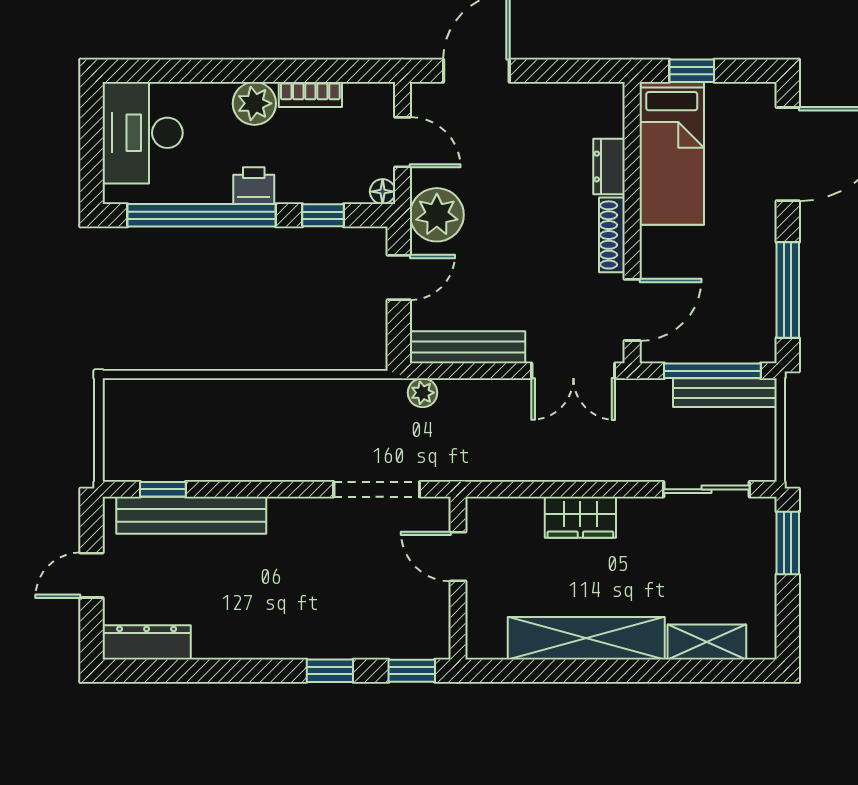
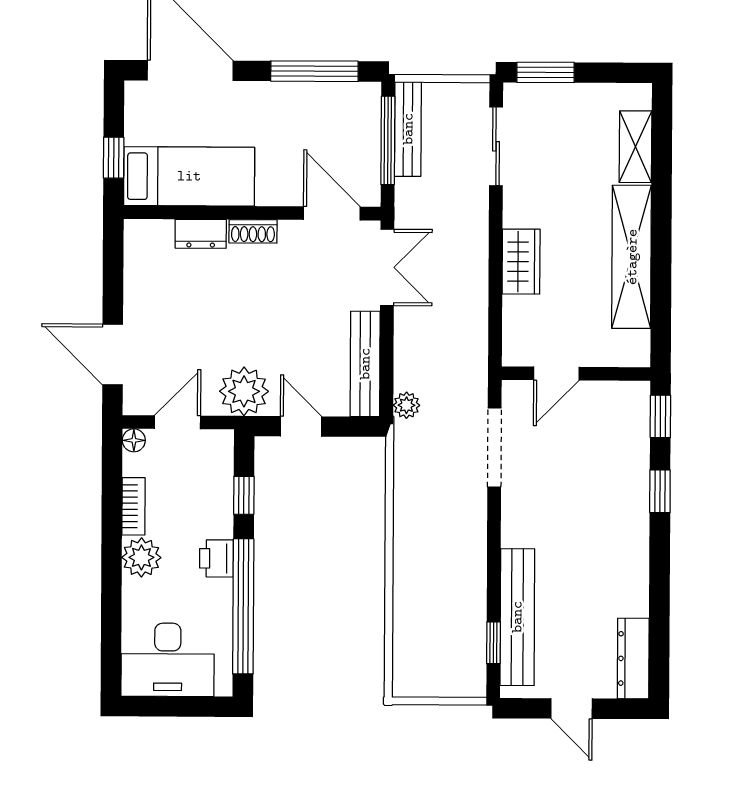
floor lamp: (383, 192) -> (134, 440), moved
shoe rack: (612, 235) -> (253, 231), width x0.70

